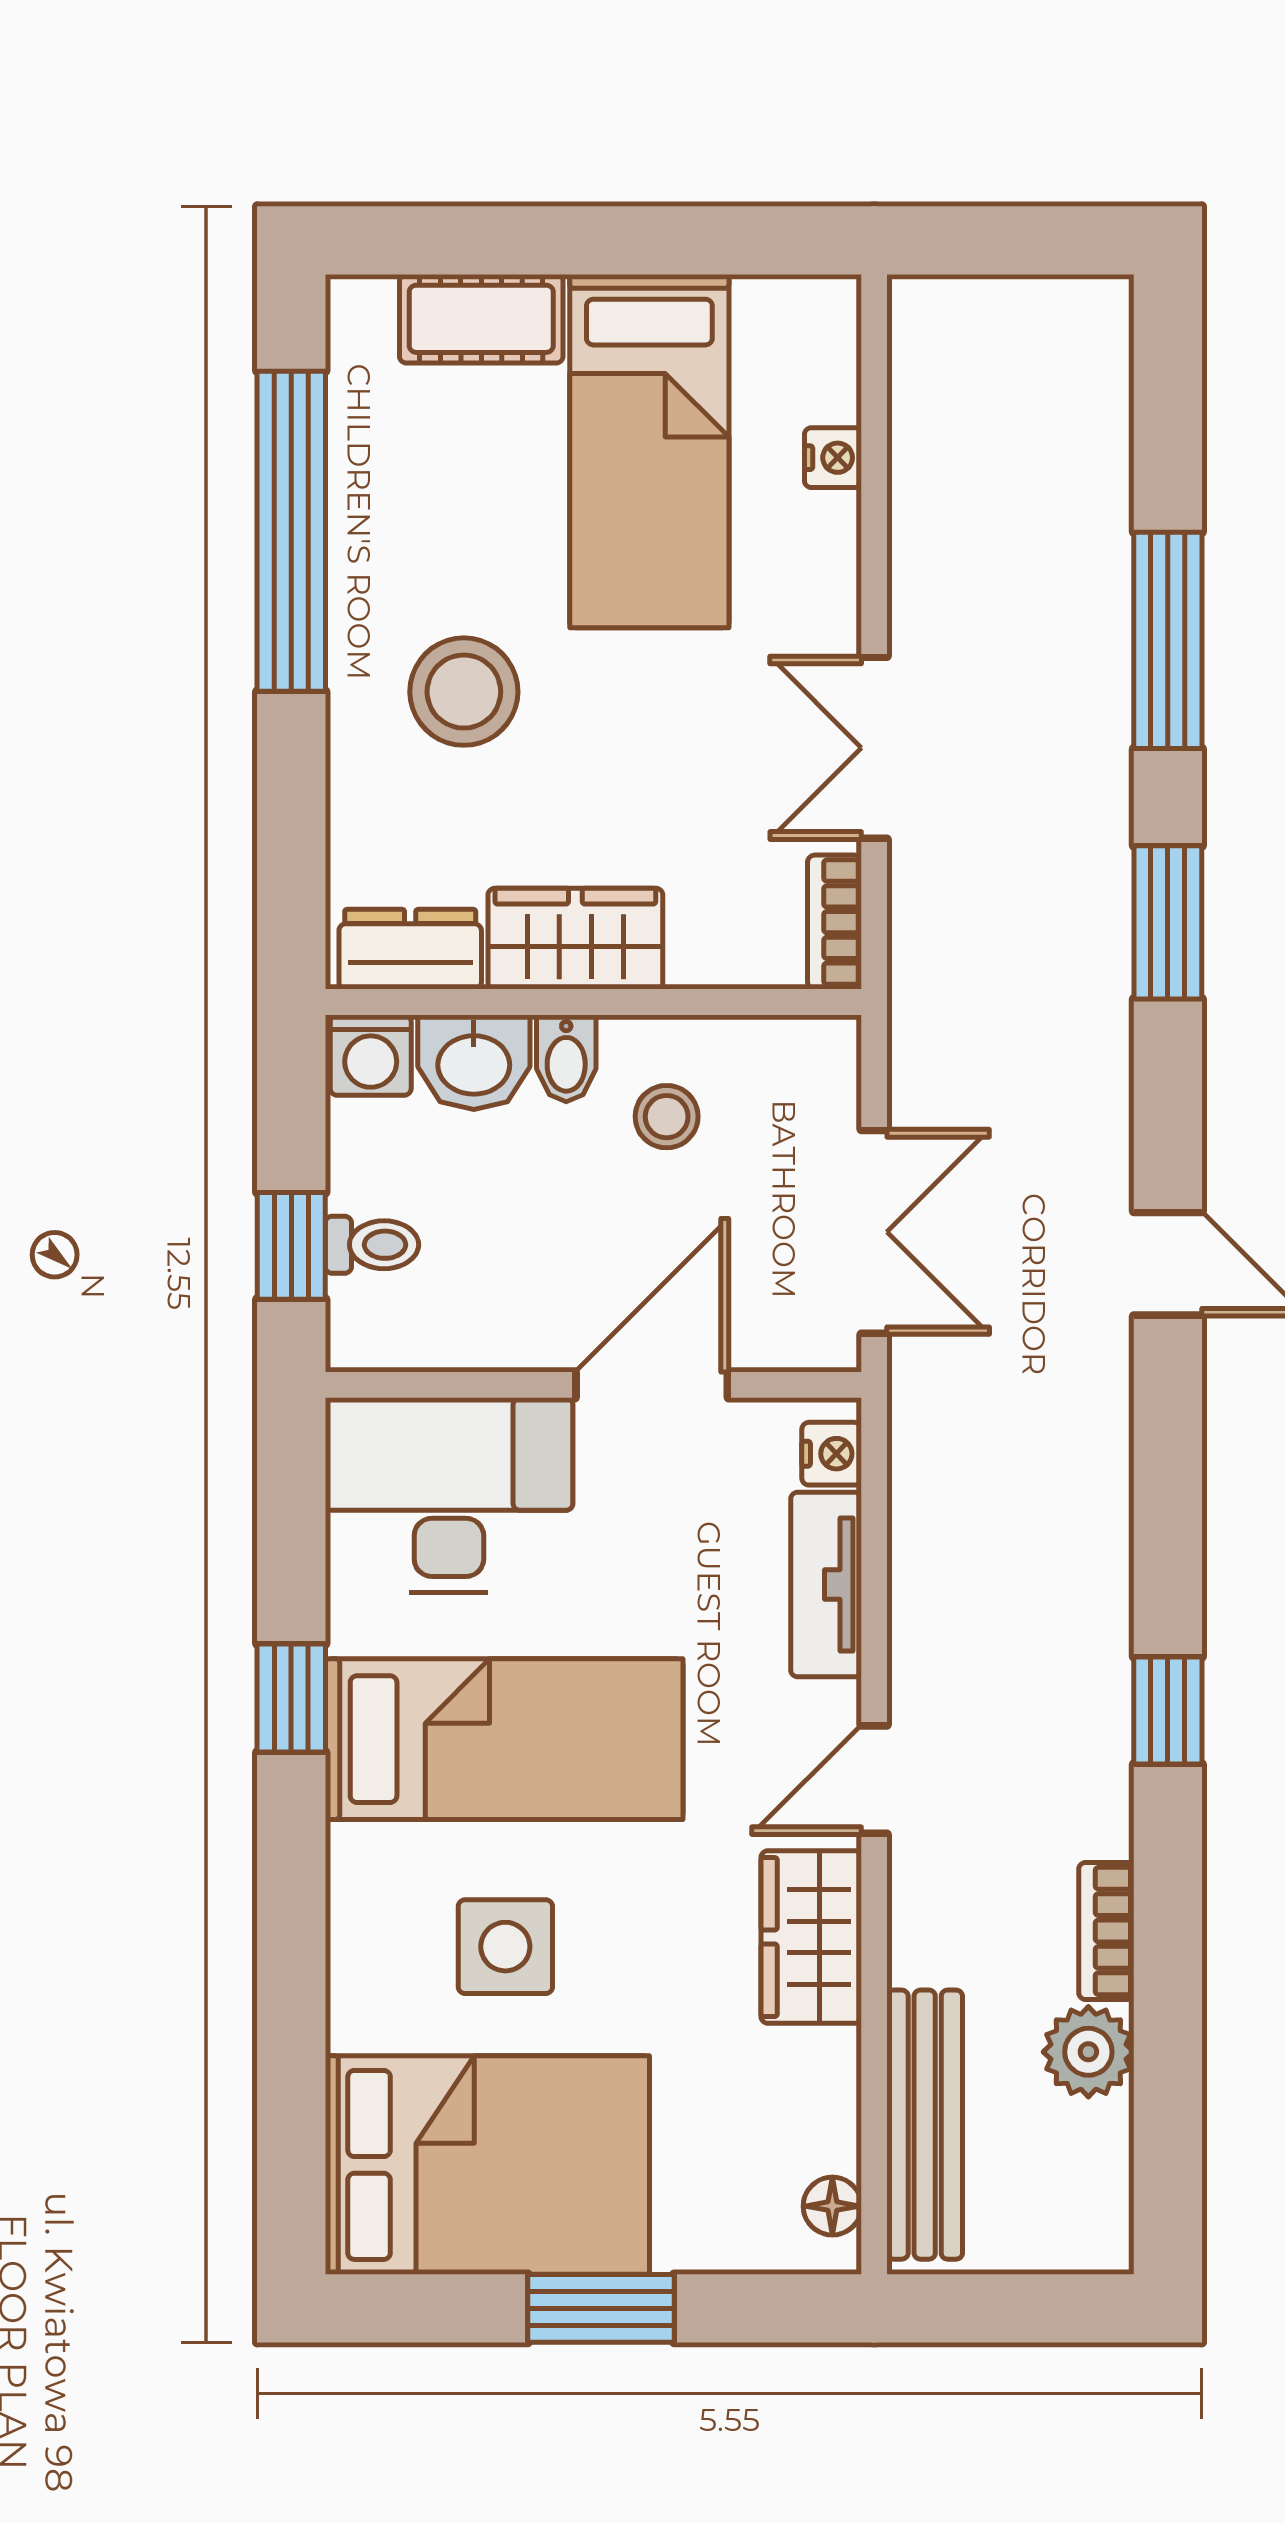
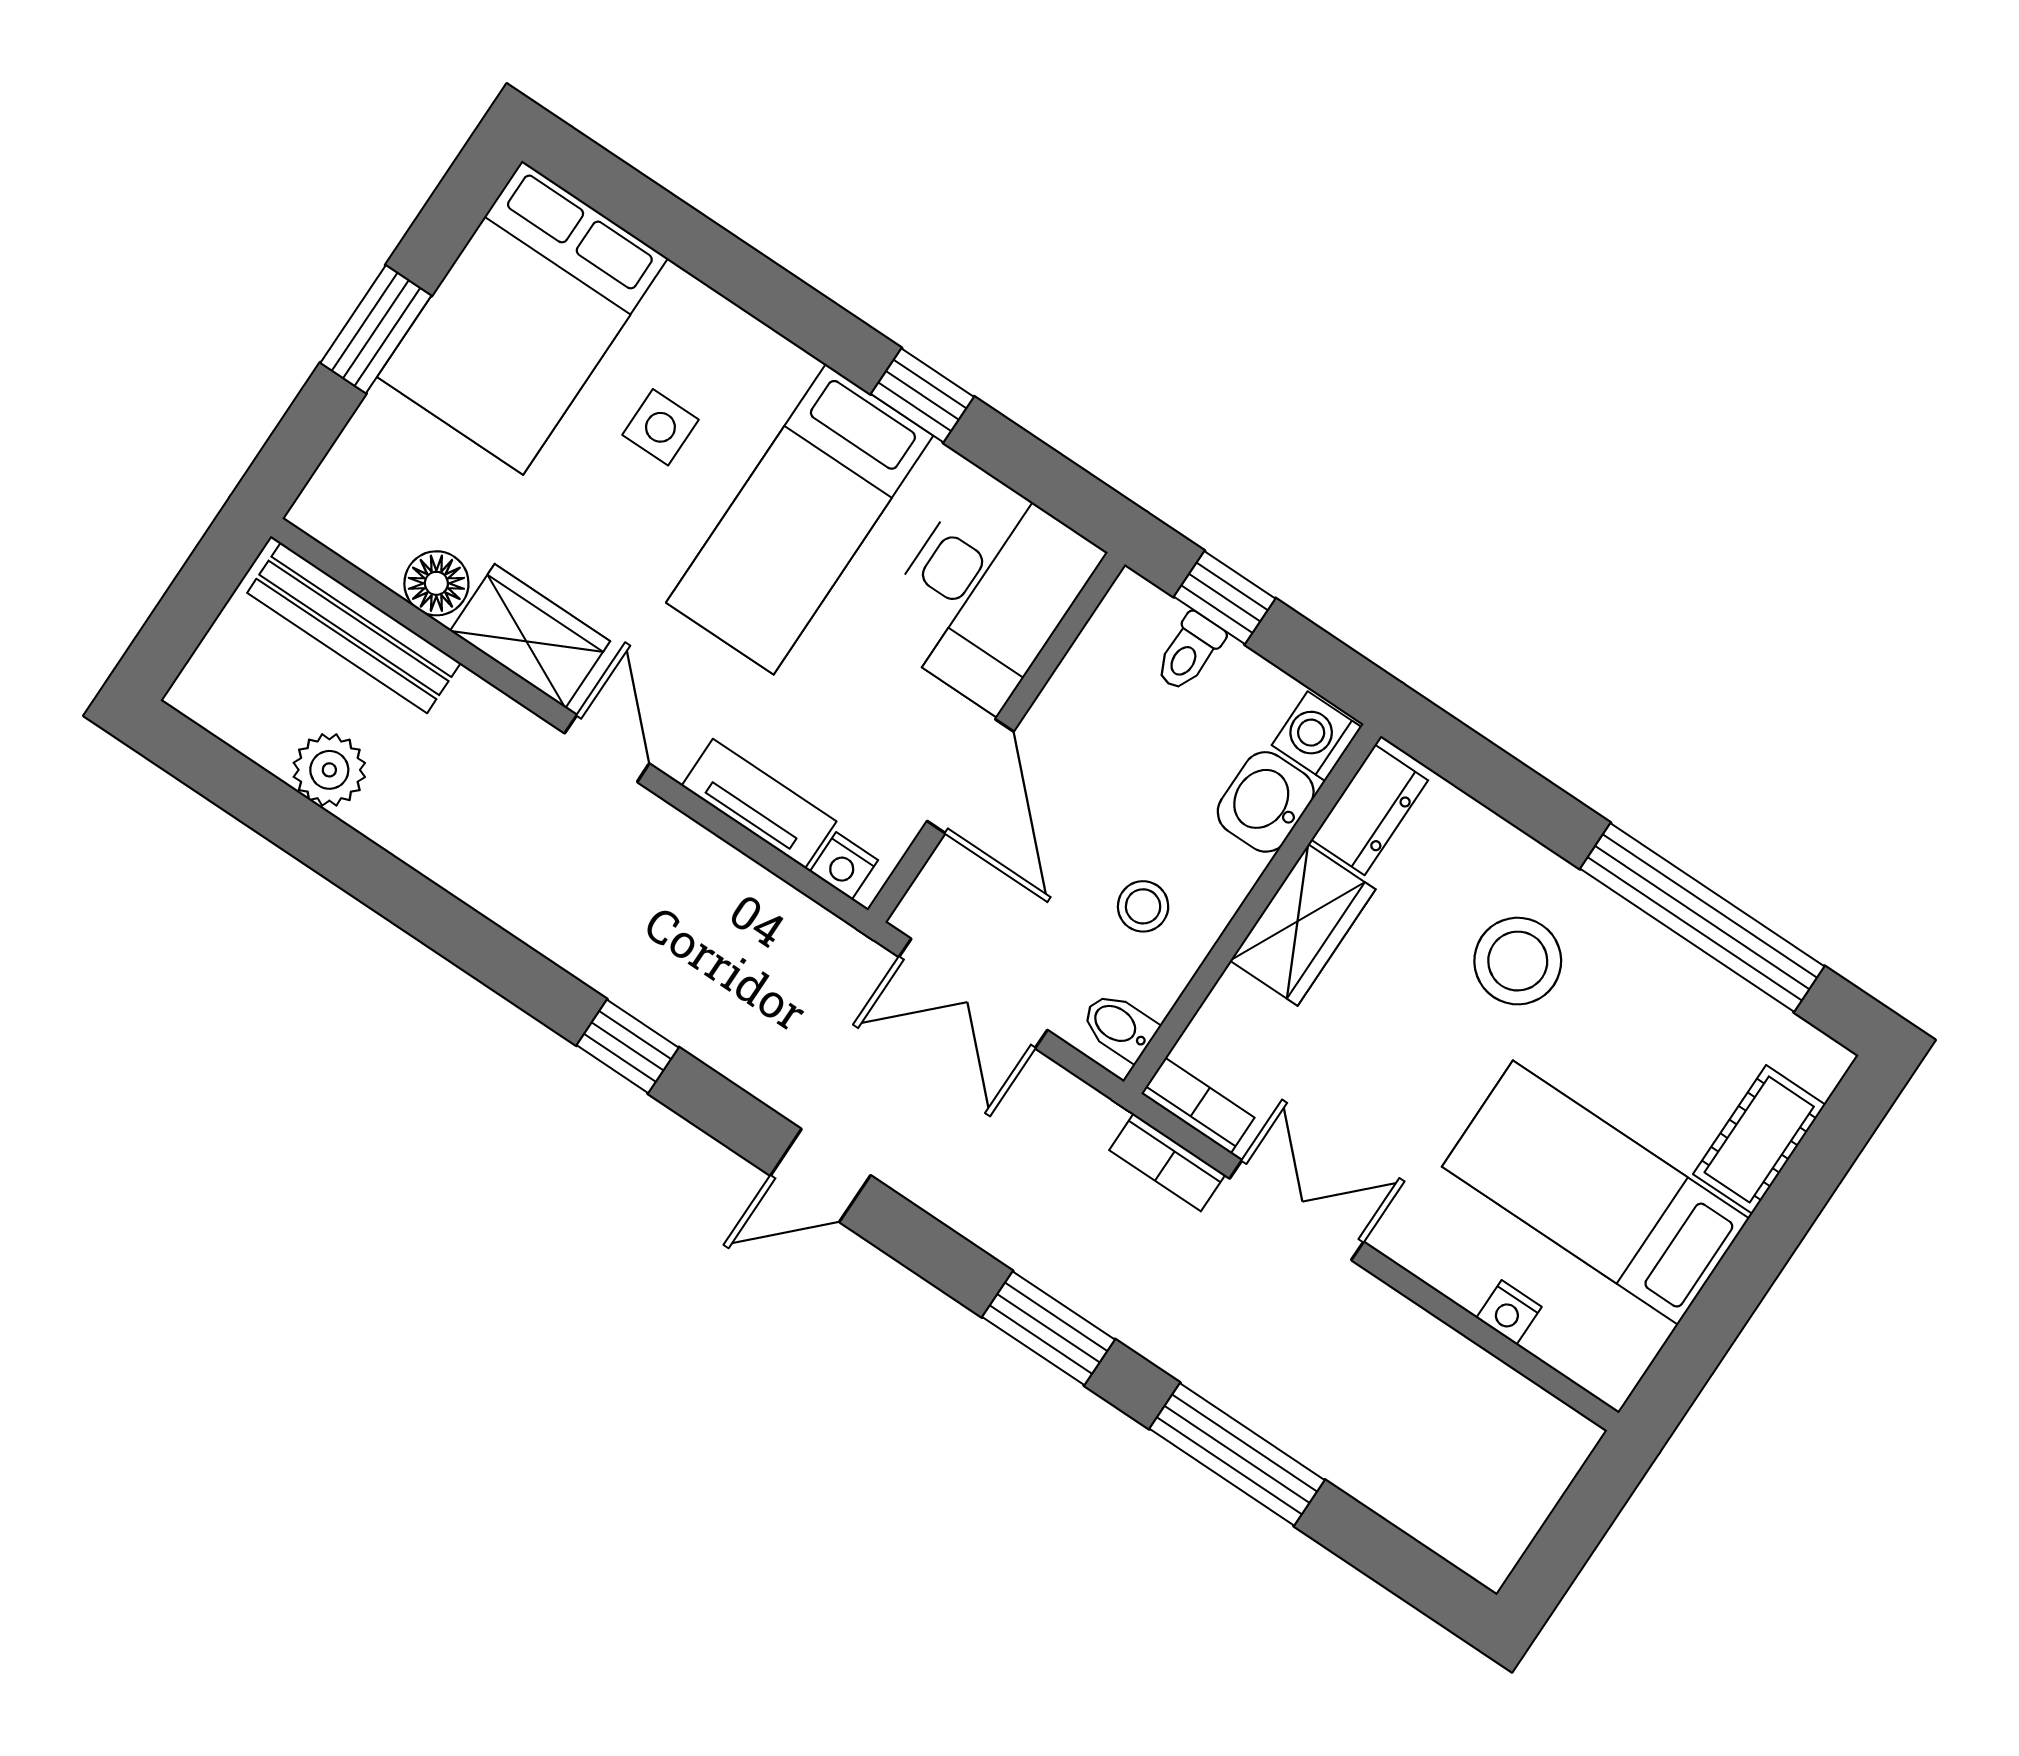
bidet: (566, 1058) -> (1119, 1026), moved
window: (1168, 1711) -> (628, 1046), moved
bookcase: (1106, 1931) -> (1167, 1162), moved, turned 180
side table: (505, 1947) -> (660, 427), width x0.73, depth x0.73
floor lamp: (832, 2206) -> (436, 583), moved, width x1.37, depth x1.37

